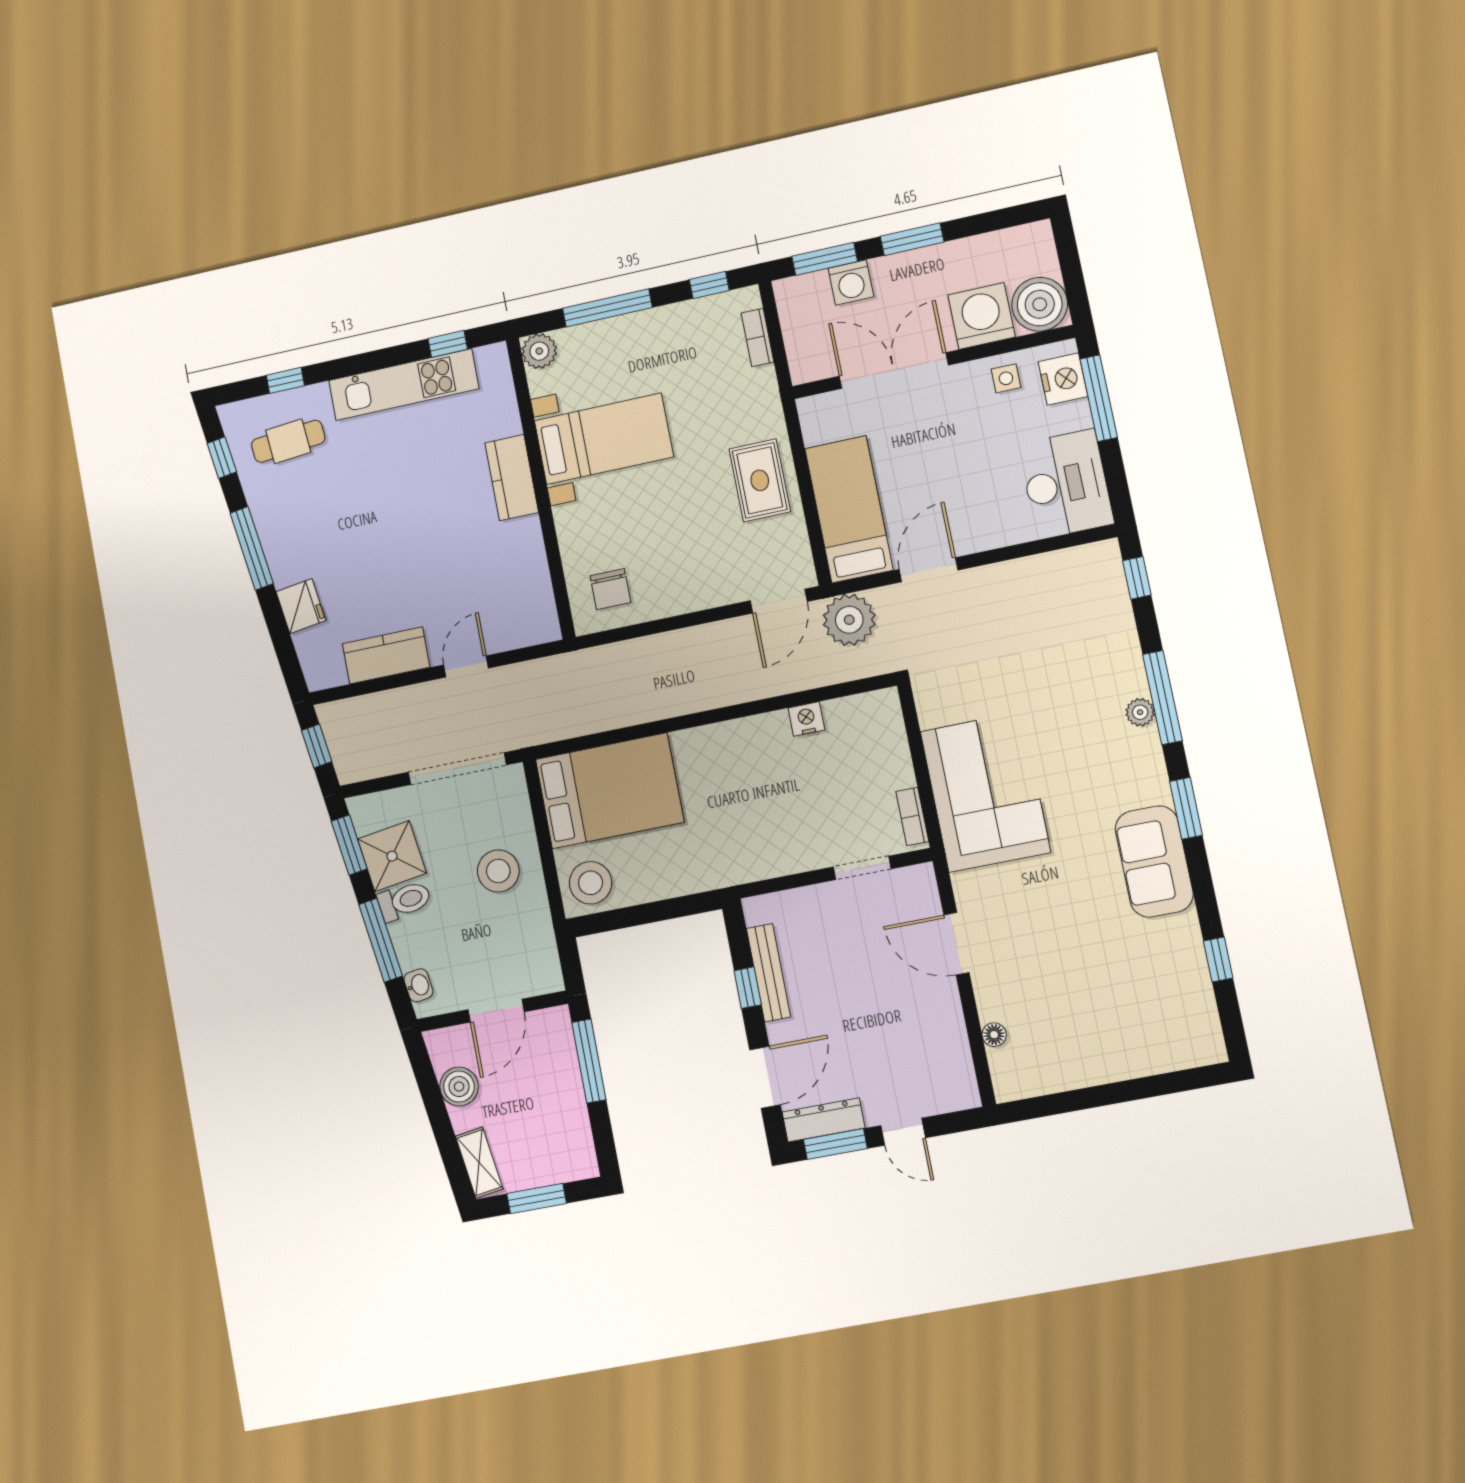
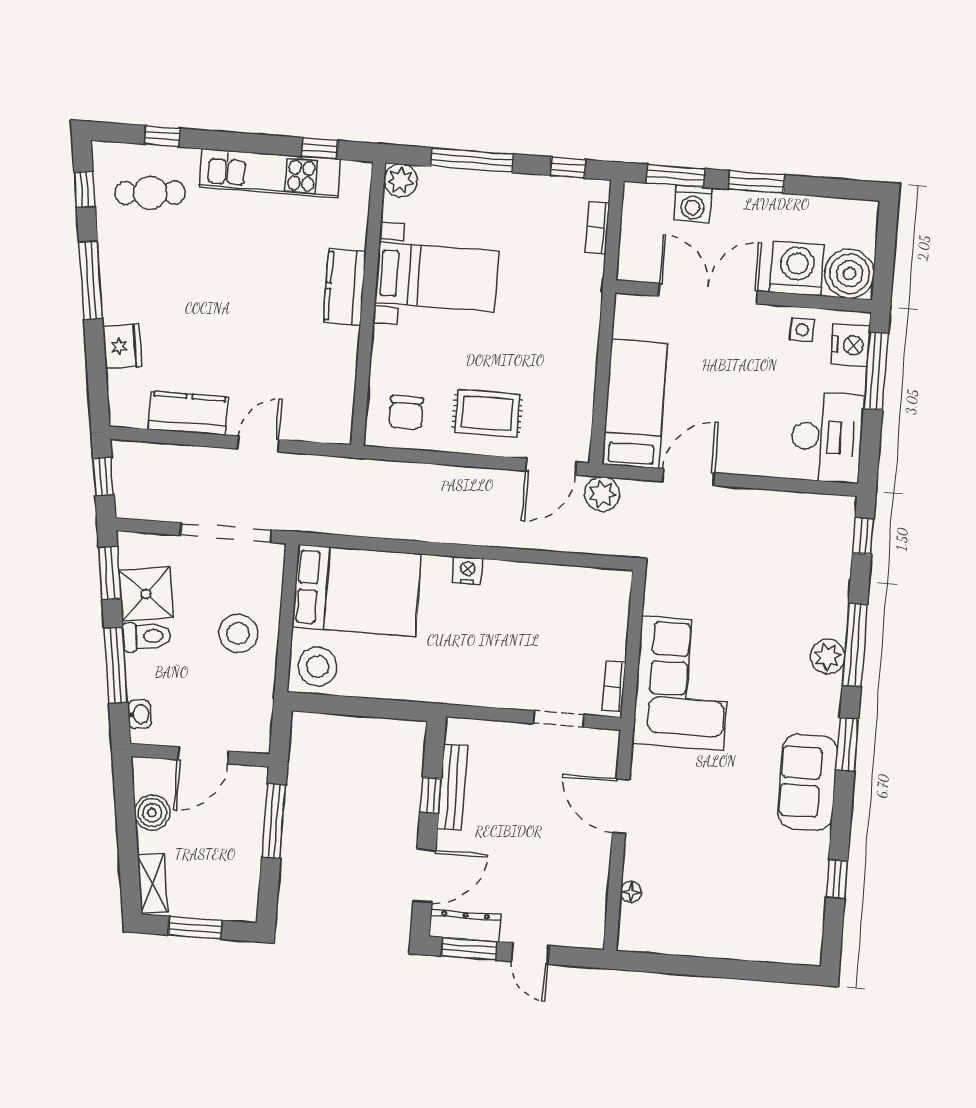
rug: (760, 480) -> (487, 413), moved, turned 90
plant: (849, 620) -> (602, 494), width x0.73, depth x0.73
plant: (1140, 712) -> (828, 656), width x1.38, depth x1.38
nightstand: (806, 719) -> (468, 571), moved

